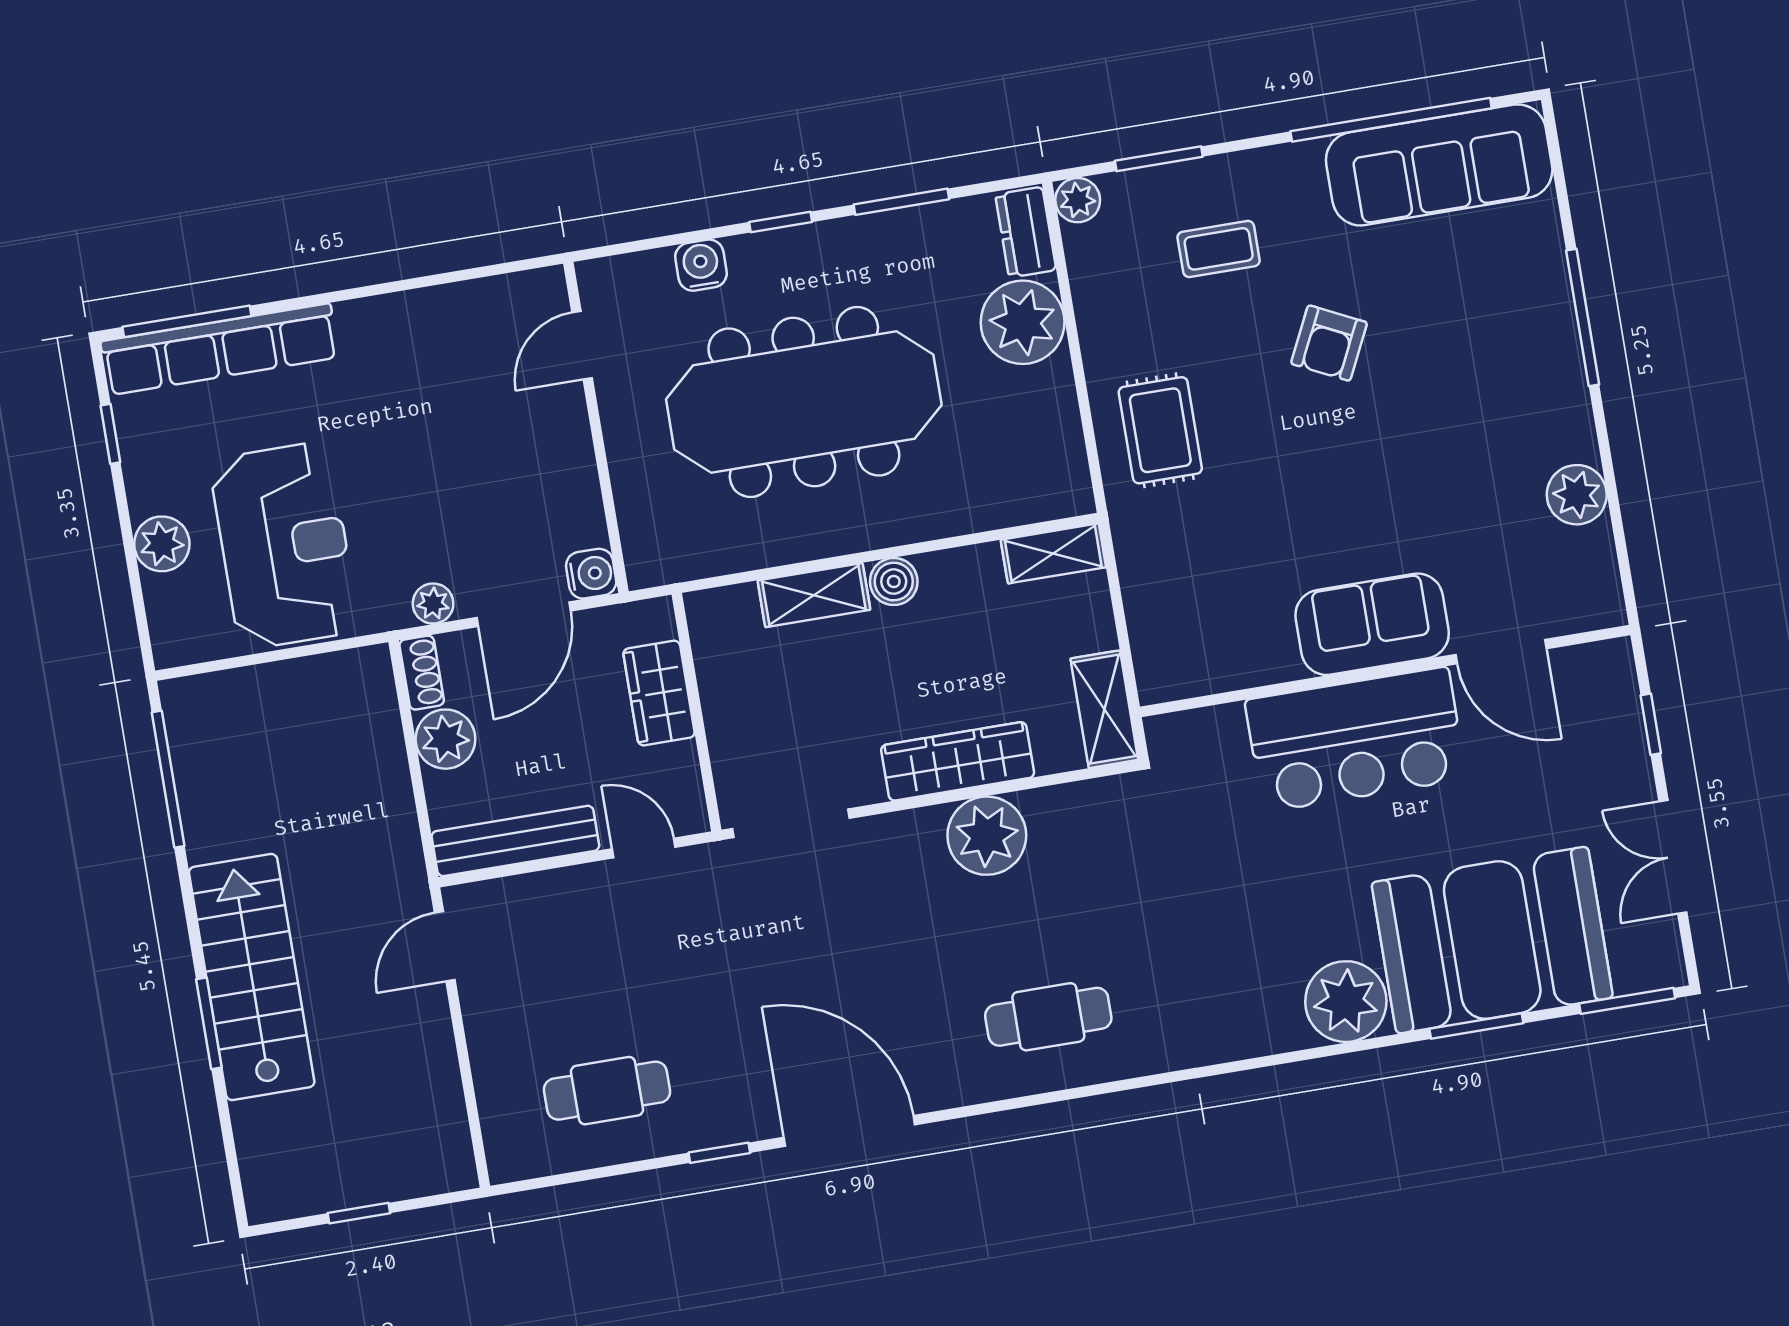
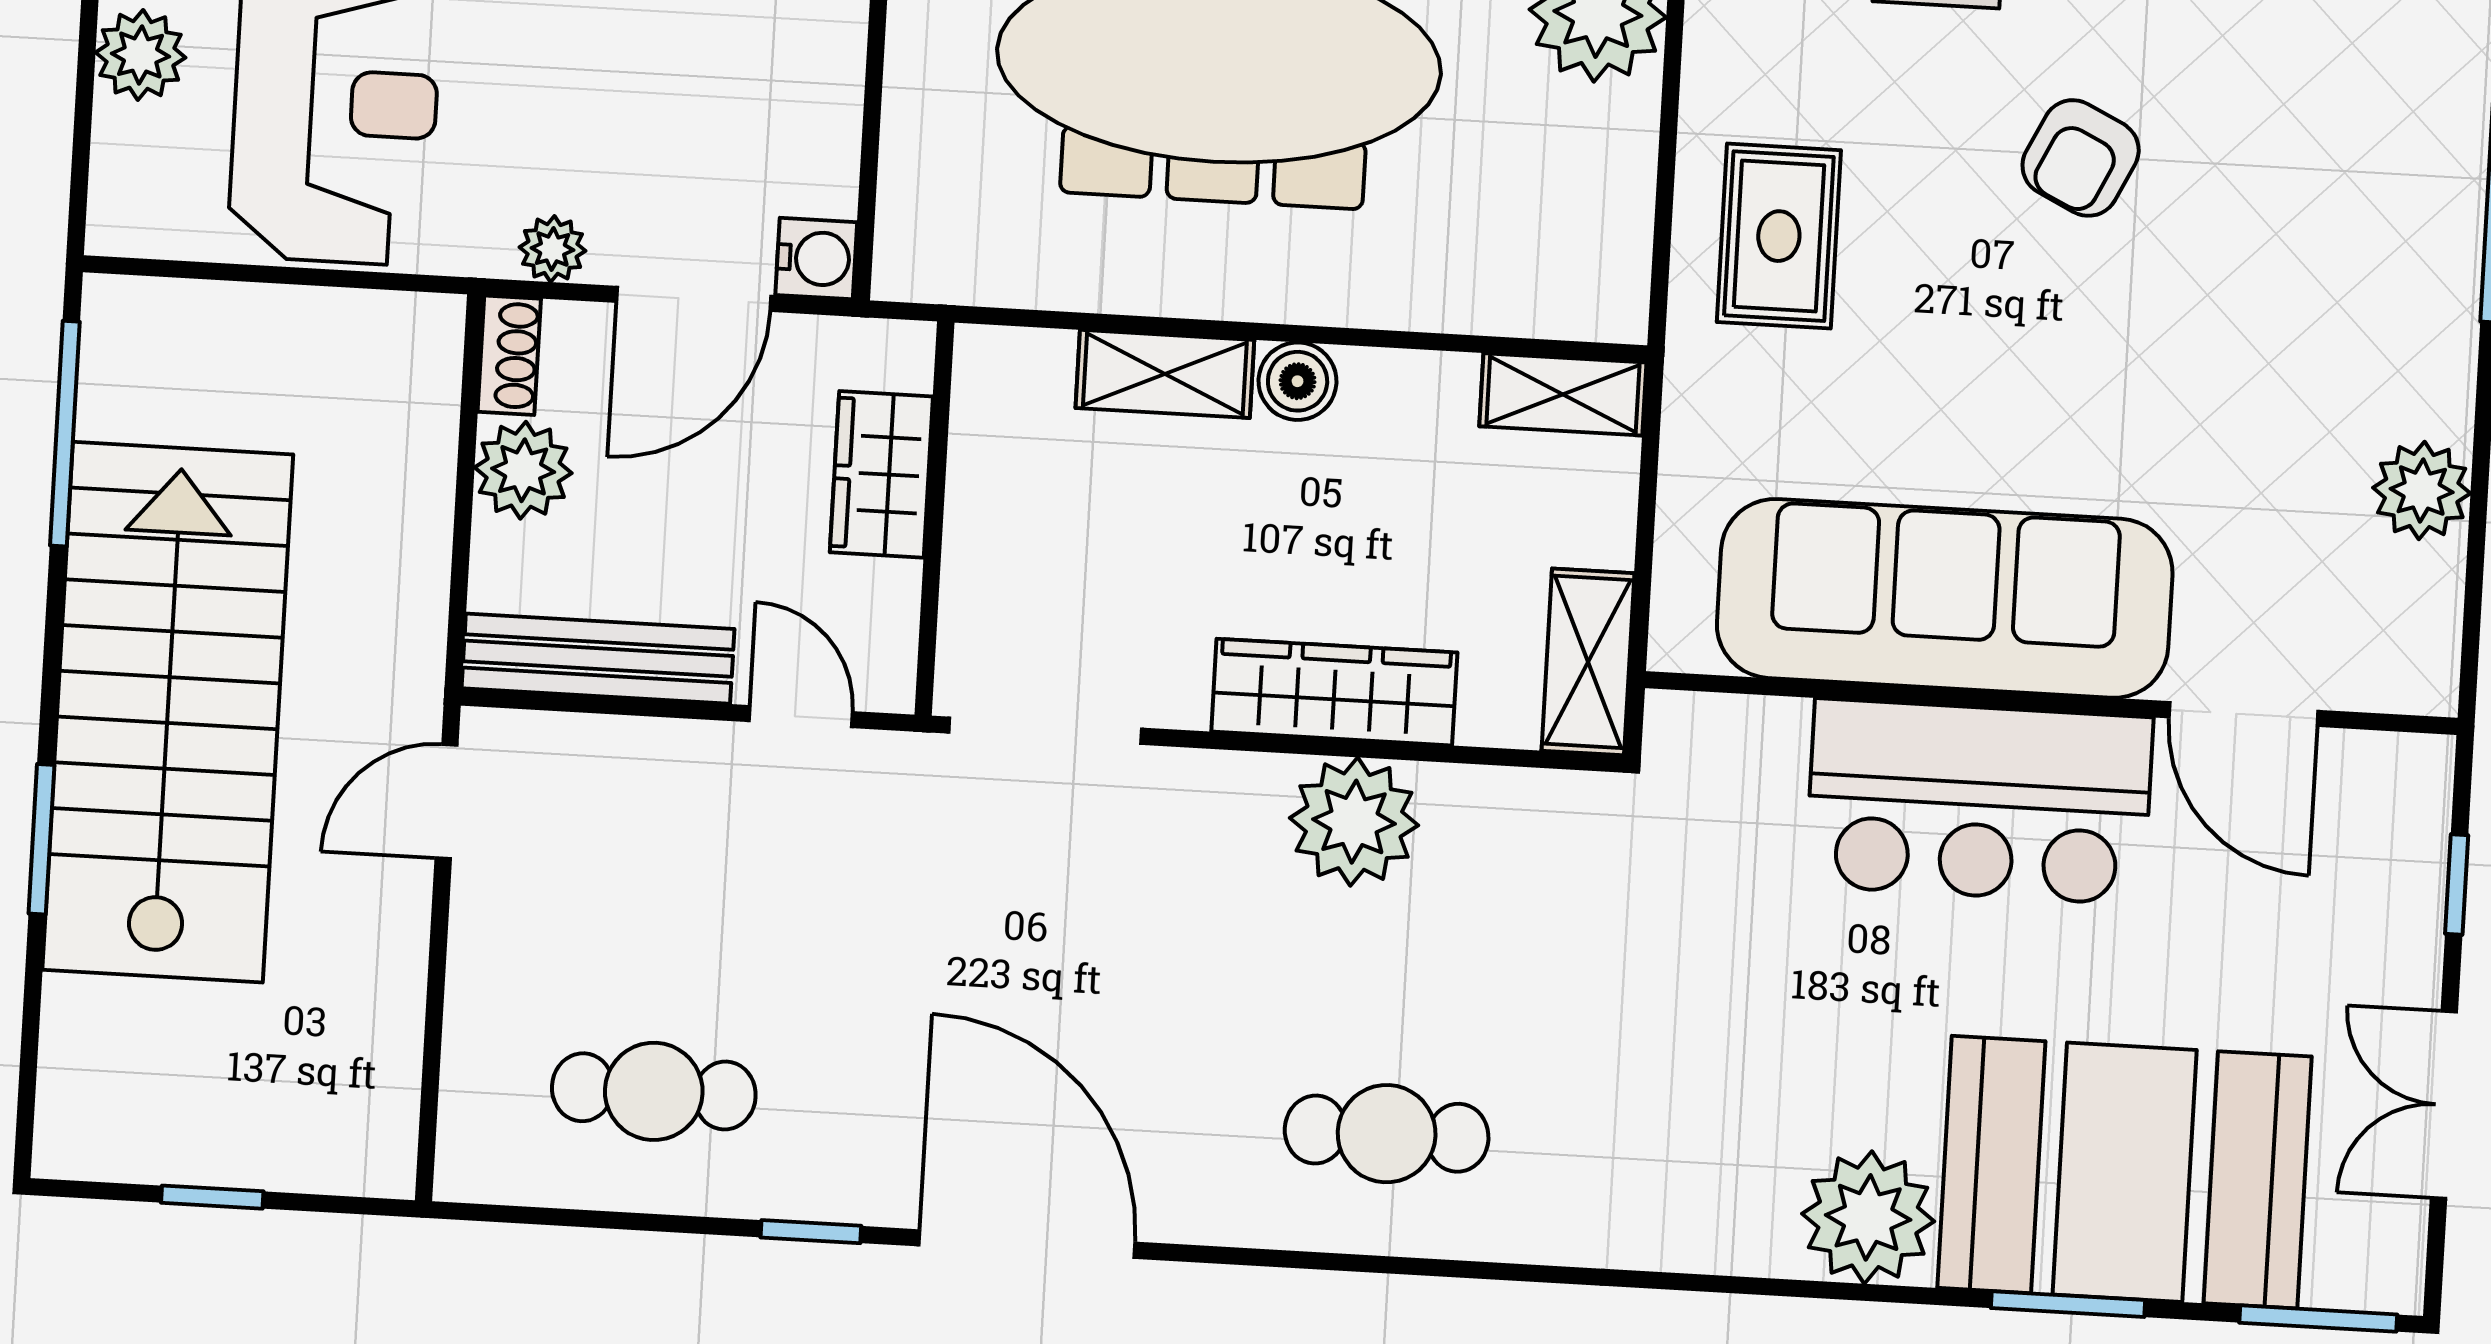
sofa: (1372, 624) -> (1945, 598), width x1.85, depth x1.27
stairs: (252, 977) -> (168, 712), width x1.36, depth x1.51

